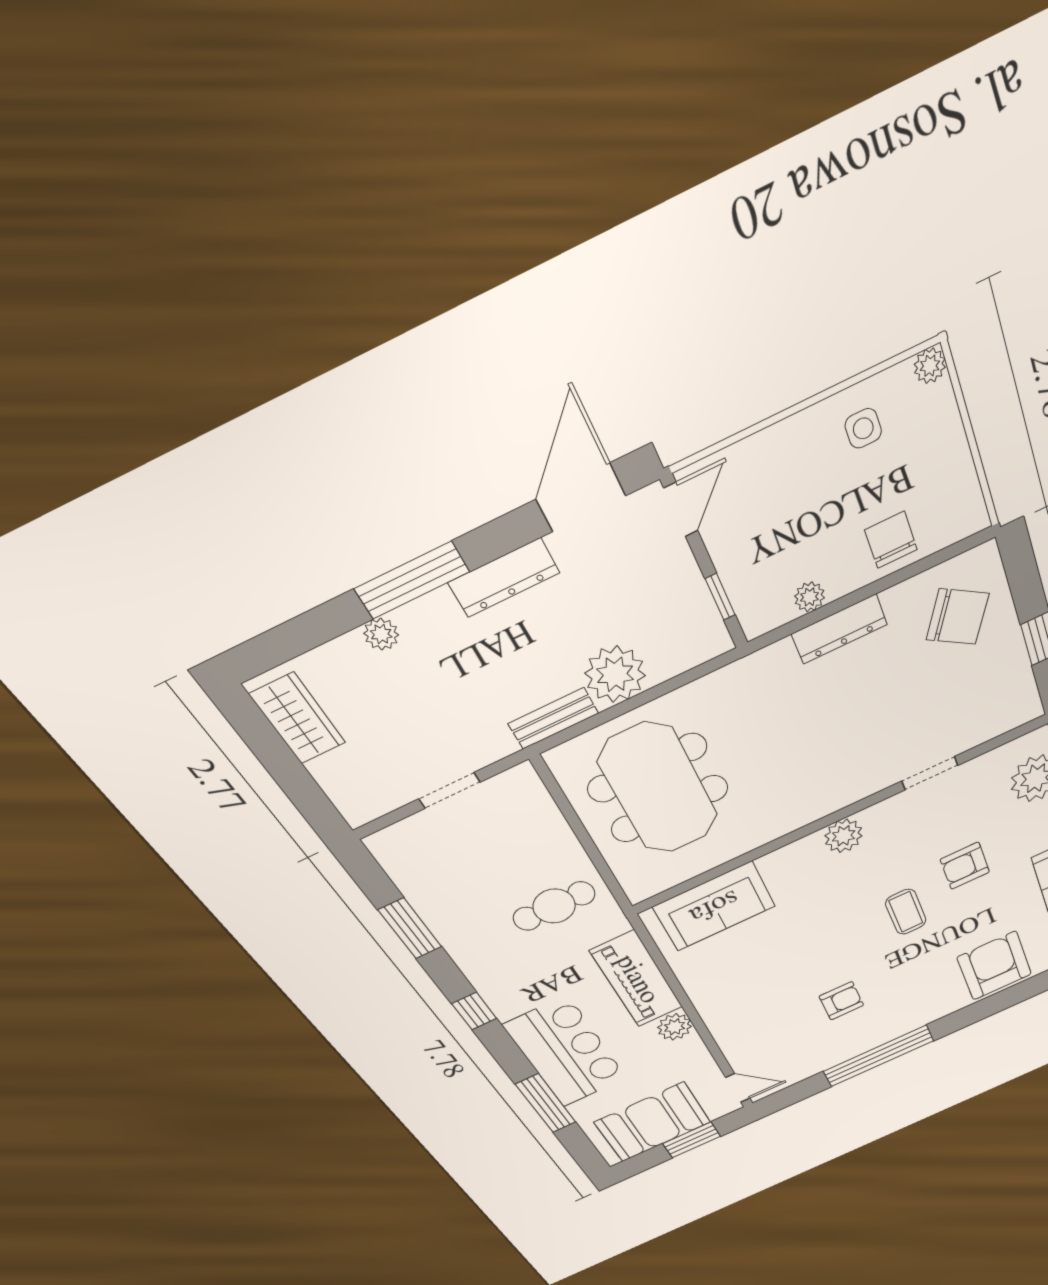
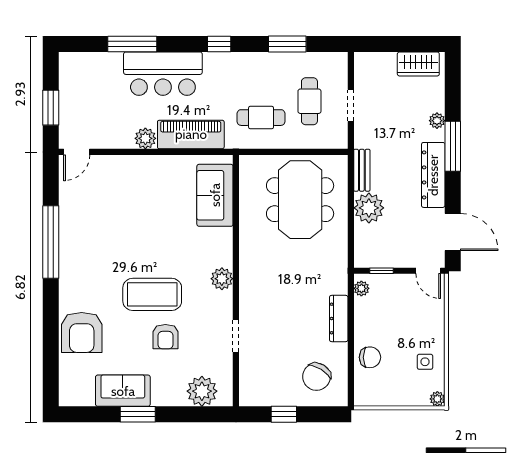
dresser: (504, 578) -> (433, 175), width x1.37, depth x1.24
plant: (810, 597) -> (361, 288), moved
meeting table: (658, 789) -> (300, 200), turned 90
cafe table: (483, 854) -> (309, 101), added
armchair: (965, 866) -> (165, 337), turned 180
cafe table: (554, 906) -> (261, 118), turned 90
coffee table: (906, 912) -> (152, 294), width x1.86, depth x1.72
armchair: (994, 966) -> (82, 332), turned 90
armchair: (841, 1001) -> (108, 236), removed
booth: (653, 1122) -> (80, 93), removed

